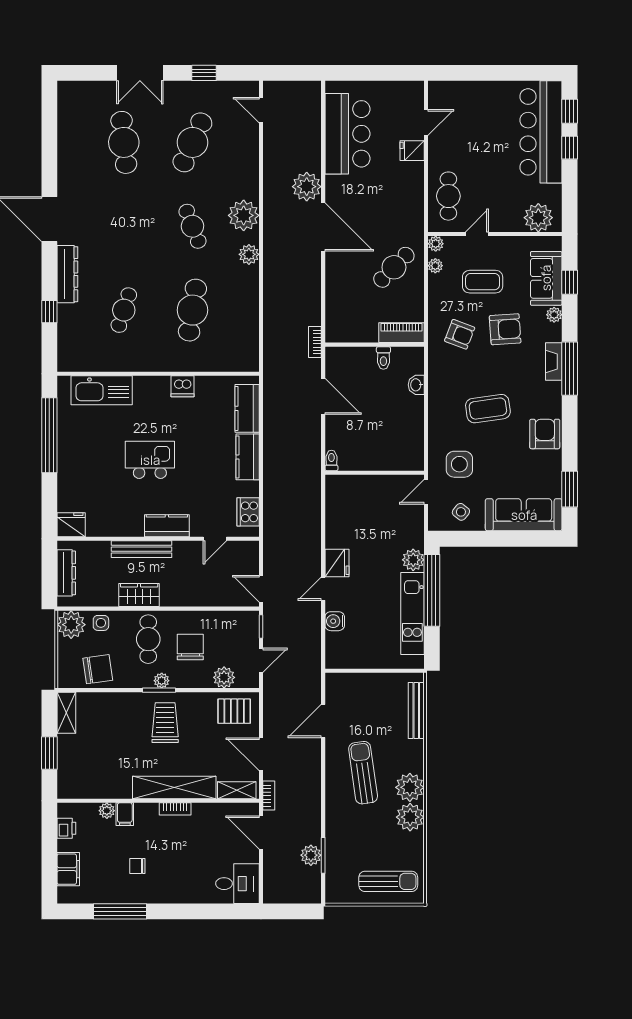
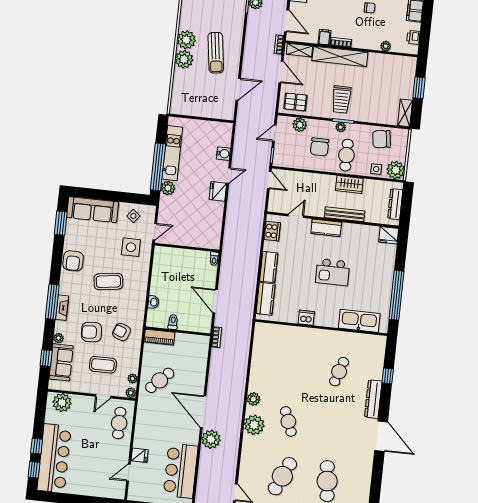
cafe table: (192, 310) -> (294, 367), removed
bench: (416, 710) -> (177, 90), removed
filing cabinet: (125, 814) -> (324, 37), moved
plant: (410, 817) -> (184, 59), moved

